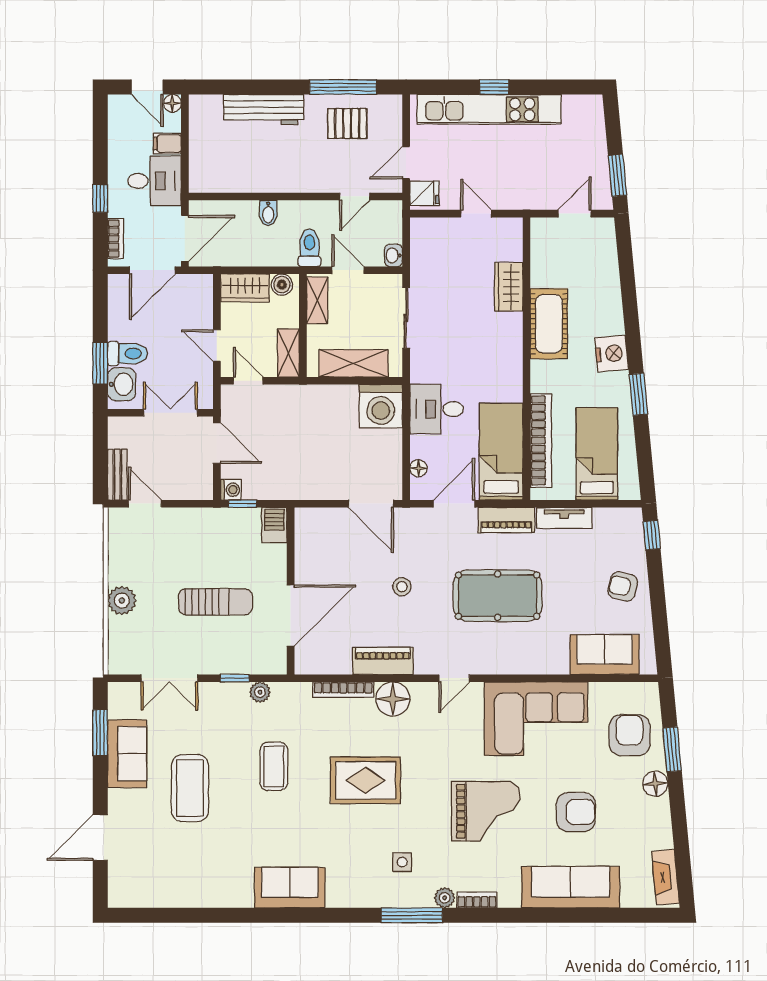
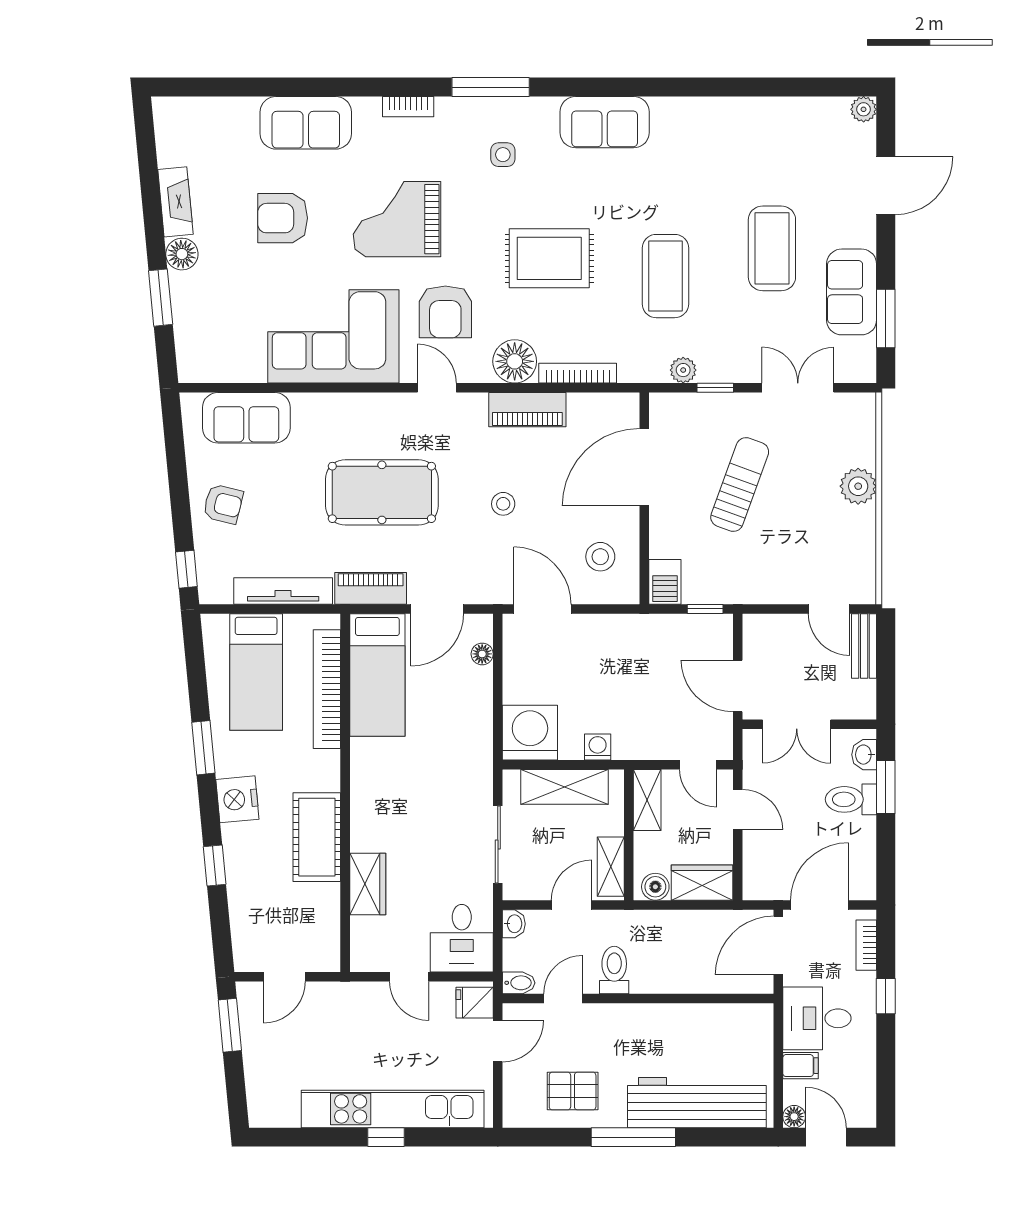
window: (343, 87) -> (633, 1137), moved
workbench: (264, 110) -> (697, 1103), width x1.36, depth x1.32
bidet: (268, 213) -> (519, 983), moved, turned 90
toilet: (309, 248) -> (614, 970), moved, turned 180
door: (348, 270) -> (572, 905), swing flipped
window: (630, 301) -> (215, 865), added
washbasin: (122, 384) -> (864, 755), width x0.72, depth x0.69
desk: (437, 409) -> (462, 938), moved, turned 90
washing machine: (231, 490) -> (598, 747), moved, turned 90
tv unit: (564, 518) -> (283, 591), width x1.41
stool: (325, 545) -> (600, 557), added
sun lounger: (215, 602) -> (740, 485), turned 110
door: (454, 678) -> (437, 388), hinge flipped
armchair: (630, 735) -> (445, 312), moved
coffee table: (274, 766) -> (665, 276), width x1.36, depth x1.32
fireplace: (665, 877) -> (175, 202), moved
sofa: (571, 887) -> (306, 123), width x0.73
sofa: (290, 888) -> (605, 122), moved
plant: (445, 898) -> (864, 109), moved

